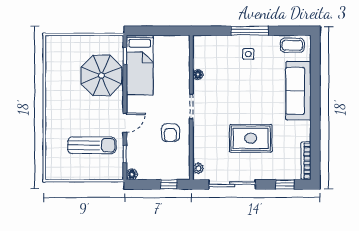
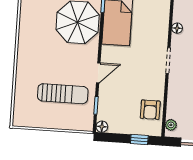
armchair: (170, 133) -> (150, 110), moved

